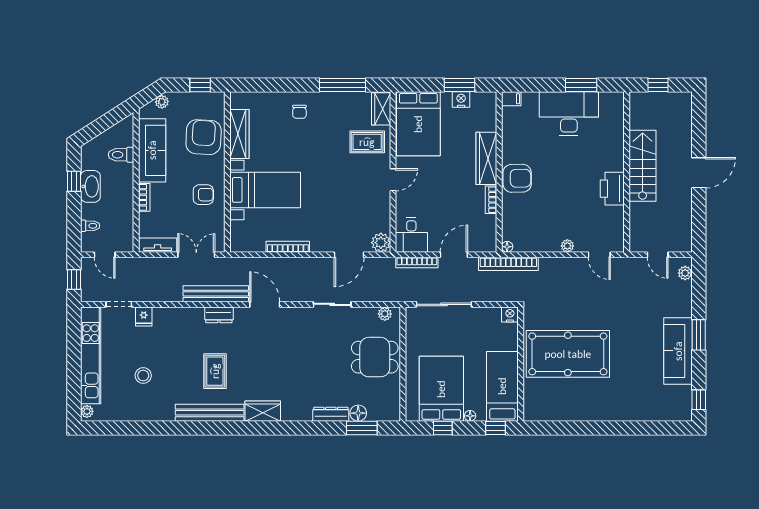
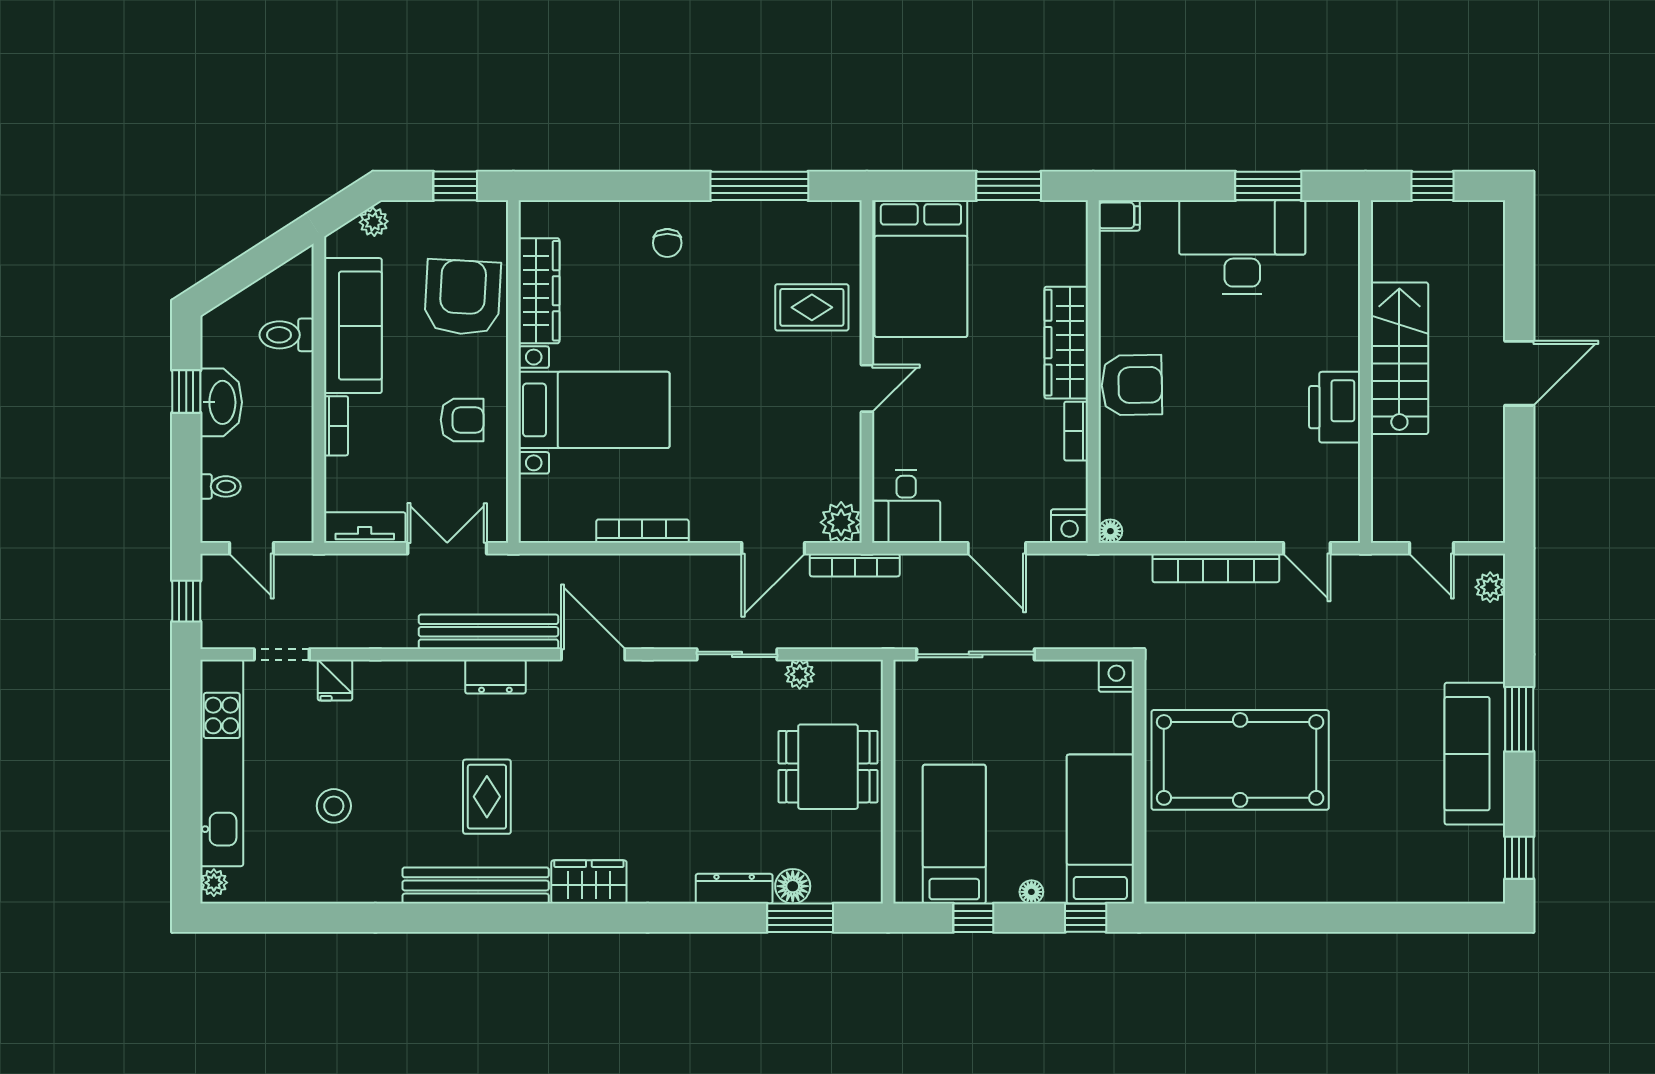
nightstand: (461, 99) -> (1070, 526), moved, turned 180
wardrobe: (381, 109) -> (841, 237), removed
plant: (567, 246) -> (1239, 529), removed
door: (454, 255) -> (997, 548), swing flipped
bookcase: (417, 263) -> (855, 565), moved
bookcase: (508, 264) -> (1216, 568), moved
plant: (385, 314) -> (800, 674), moved
bed: (441, 389) -> (954, 834), width x0.67

